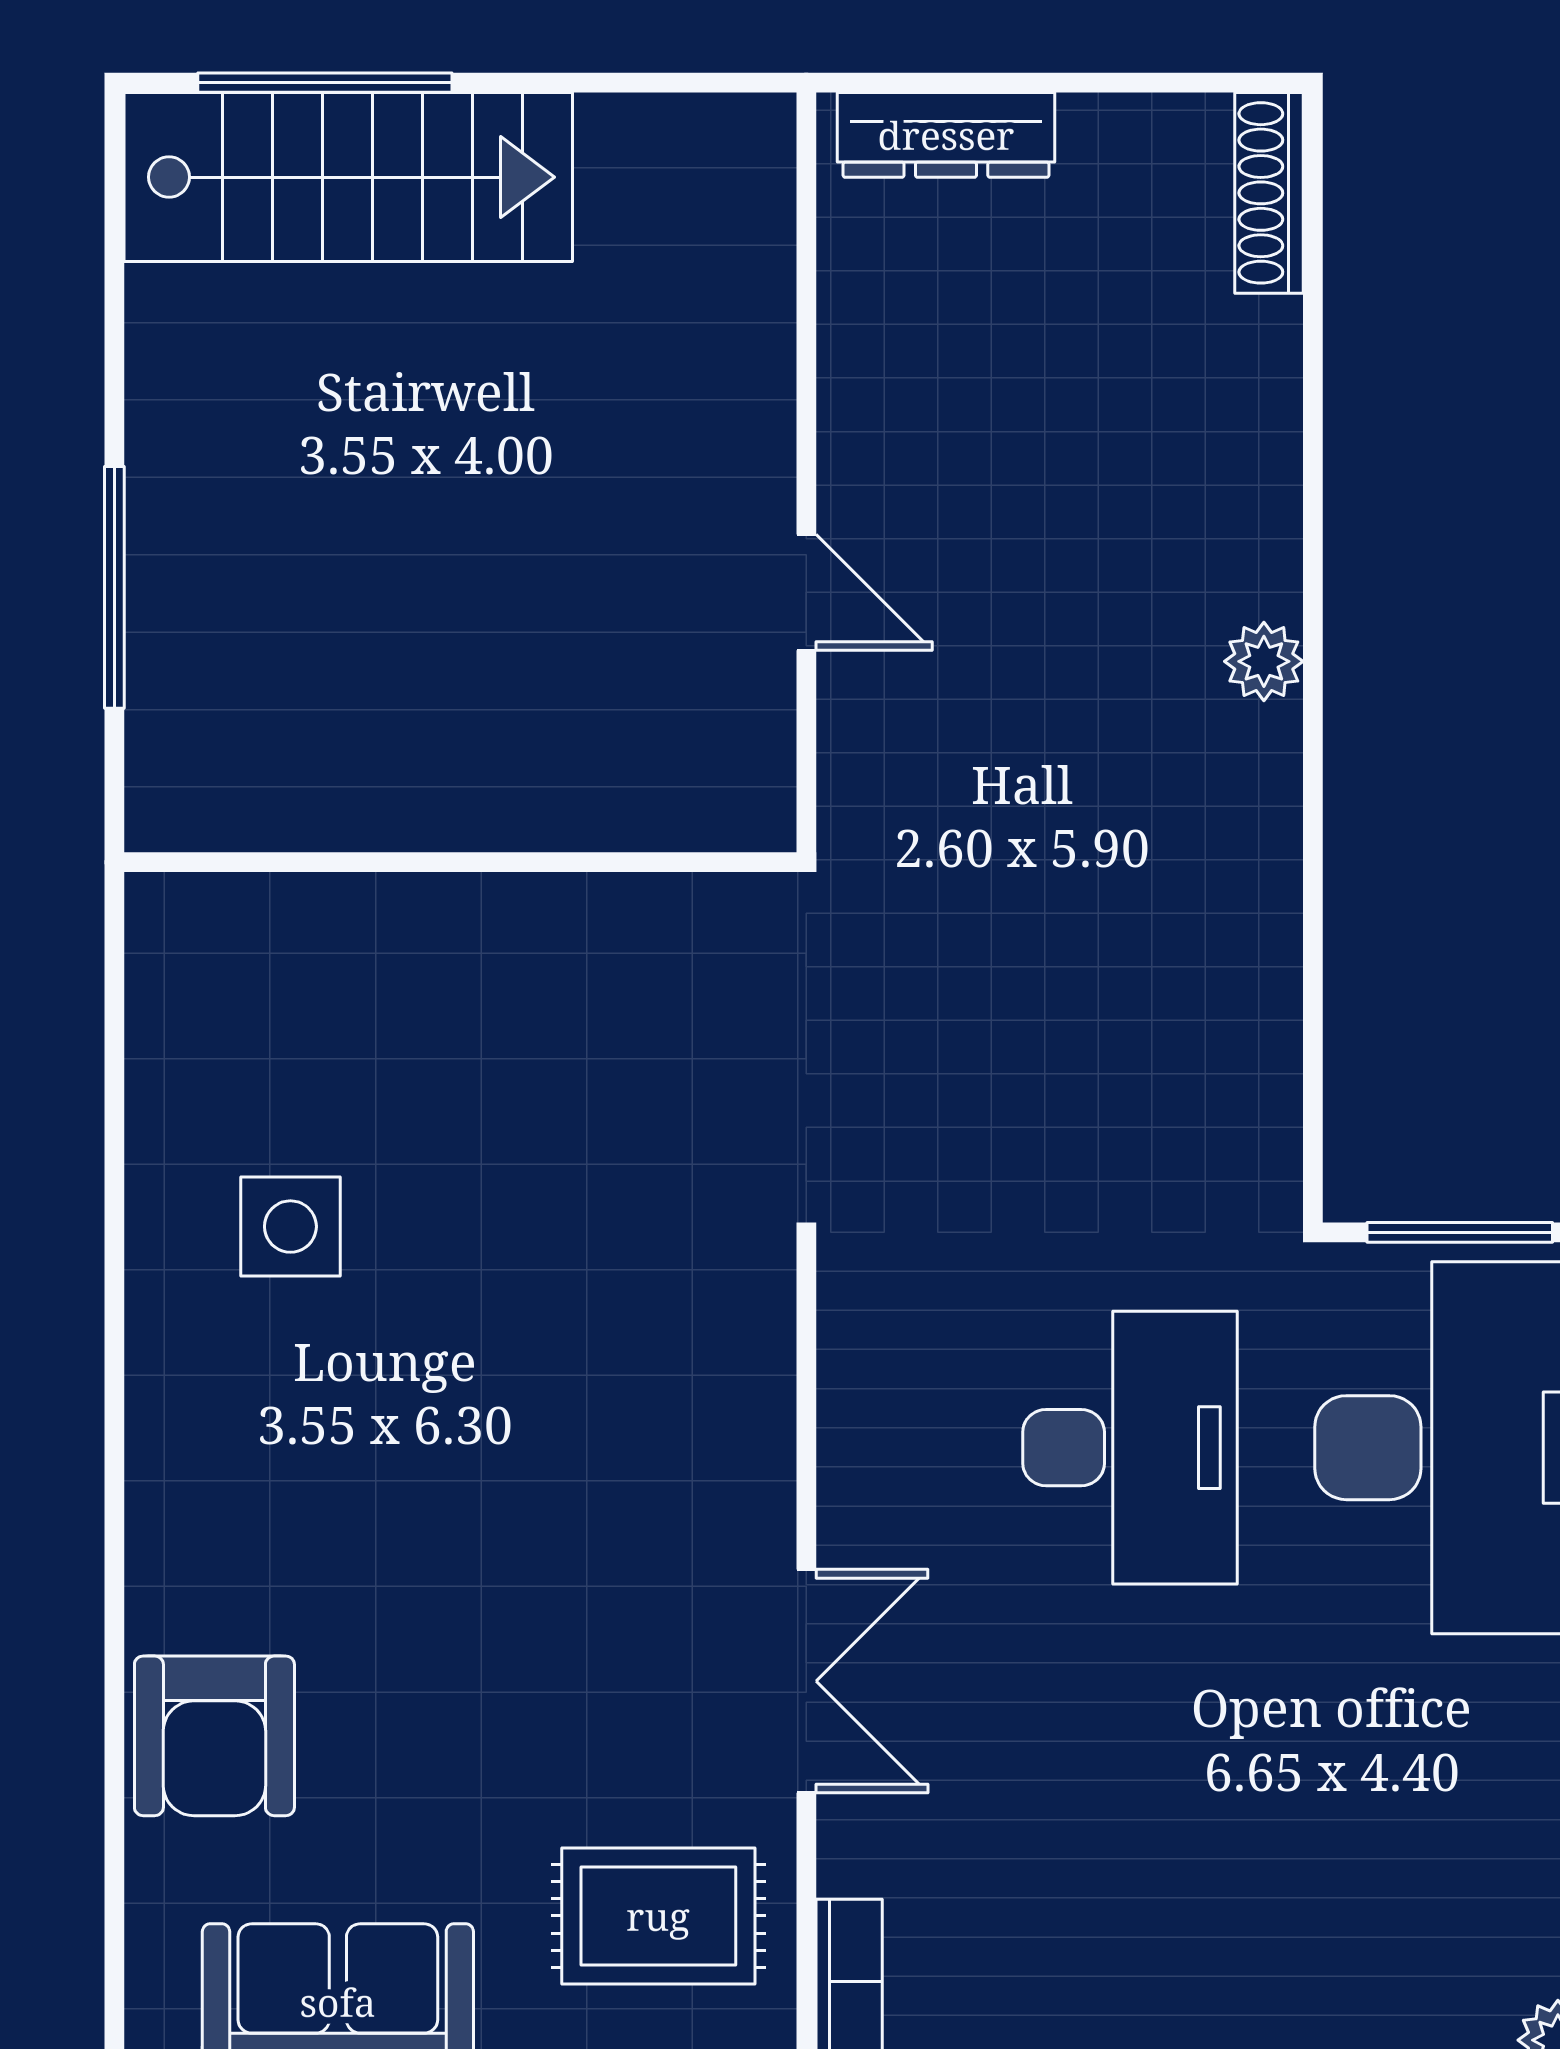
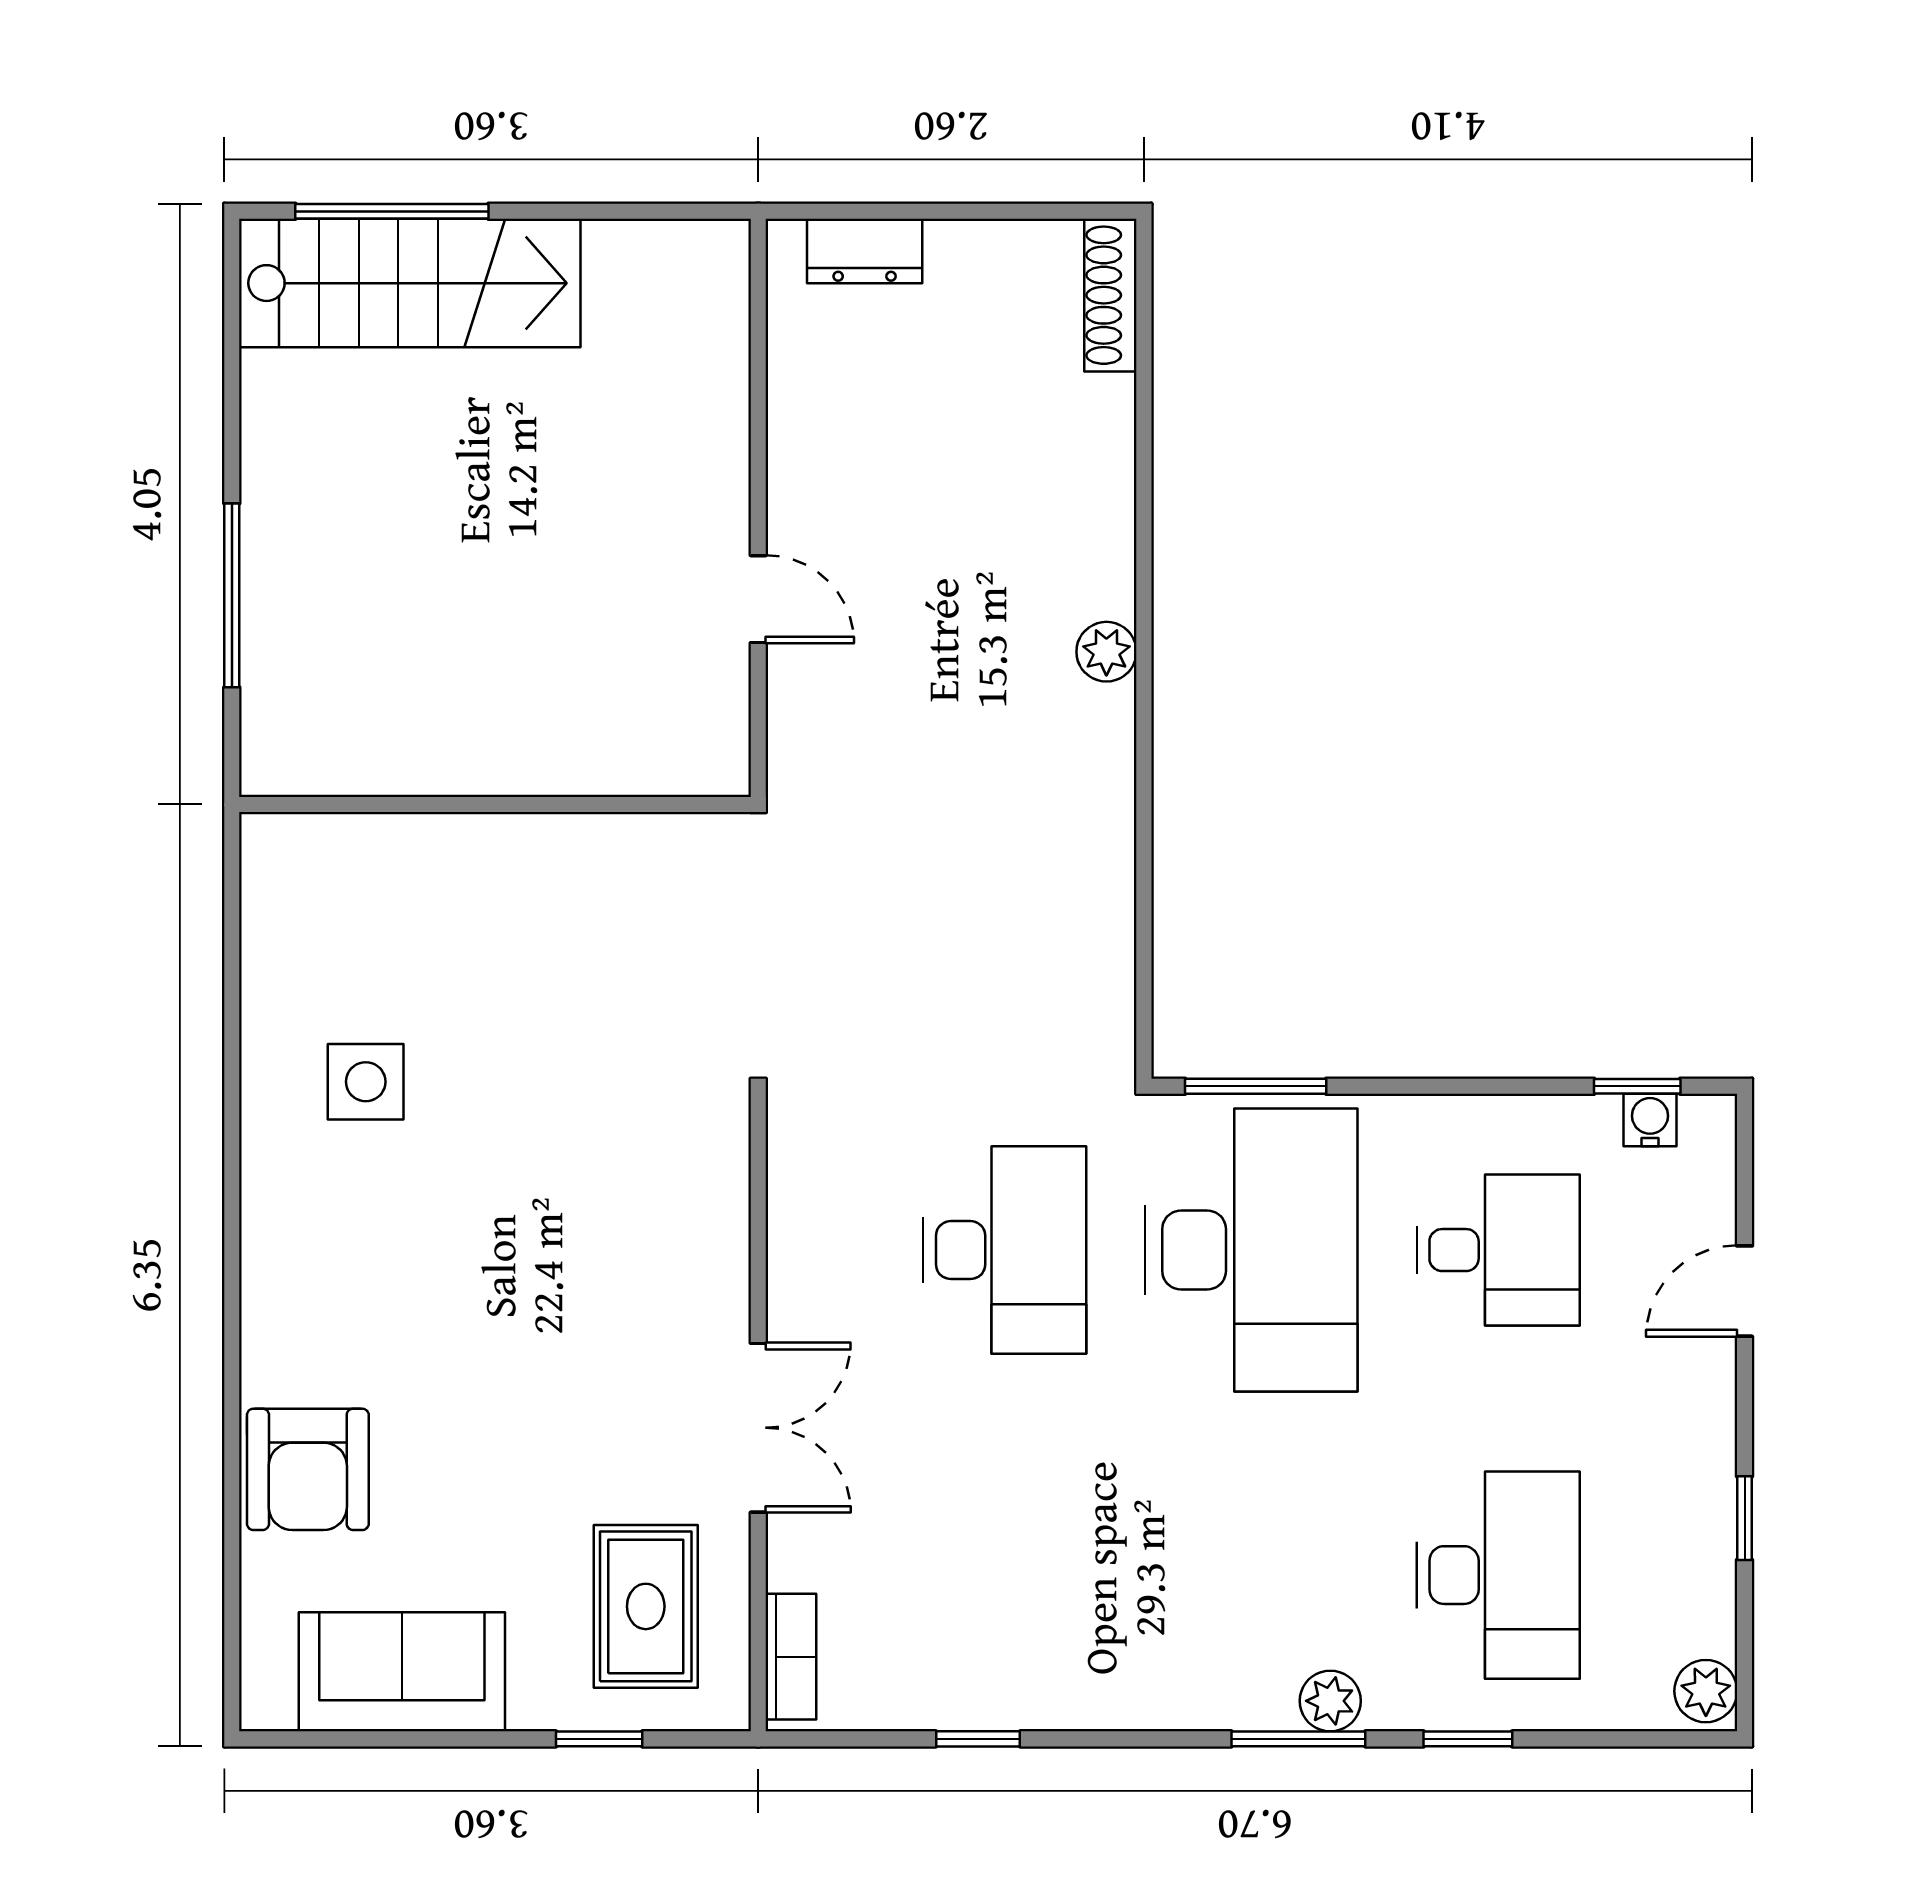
dresser: (946, 135) -> (865, 251), width x0.70
rug: (658, 1916) -> (646, 1606), turned 90

